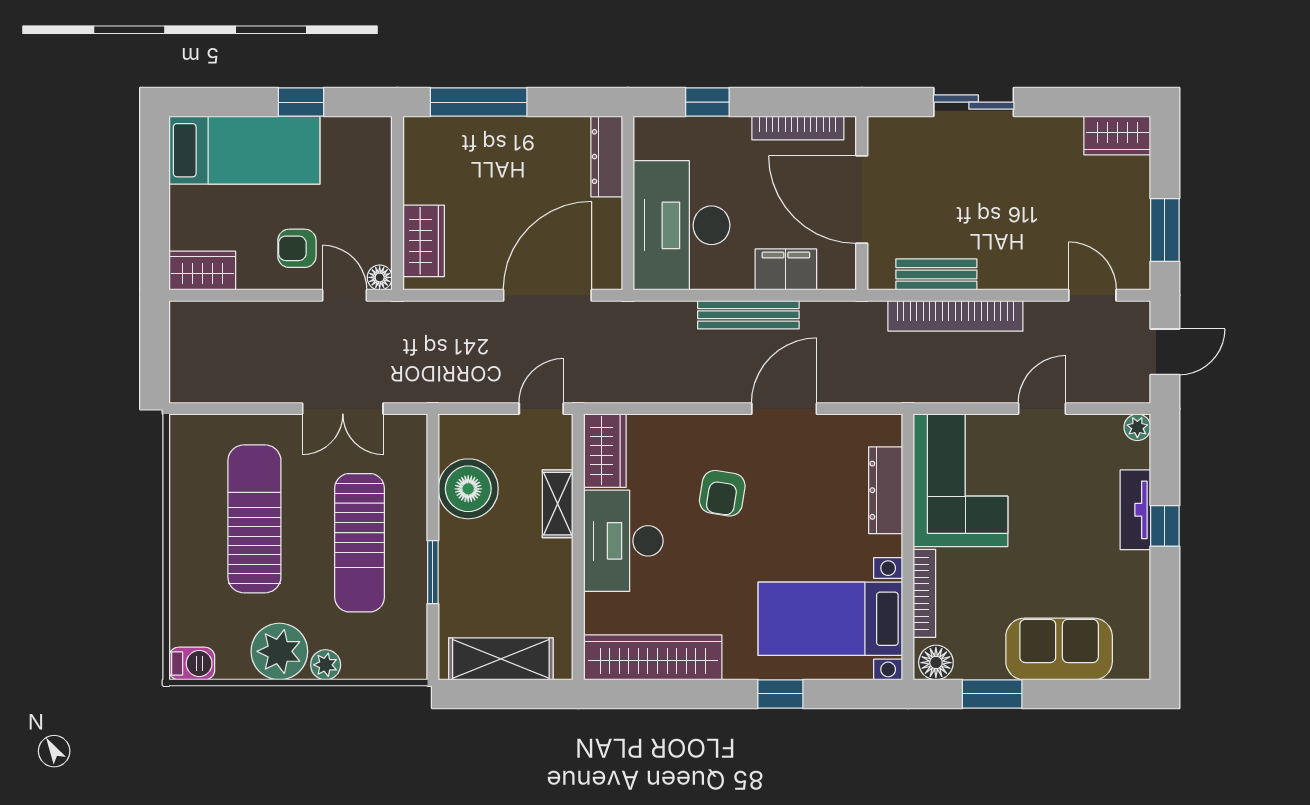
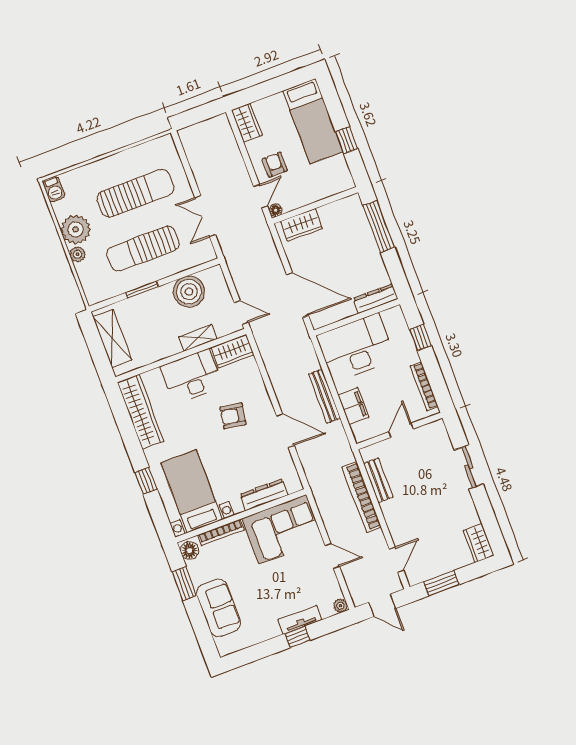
door: (862, 200) -> (401, 430), width x0.53

